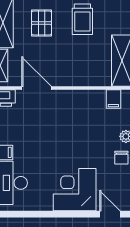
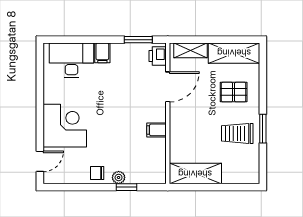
filing cabinet: (113, 99) -> (157, 130), moved

